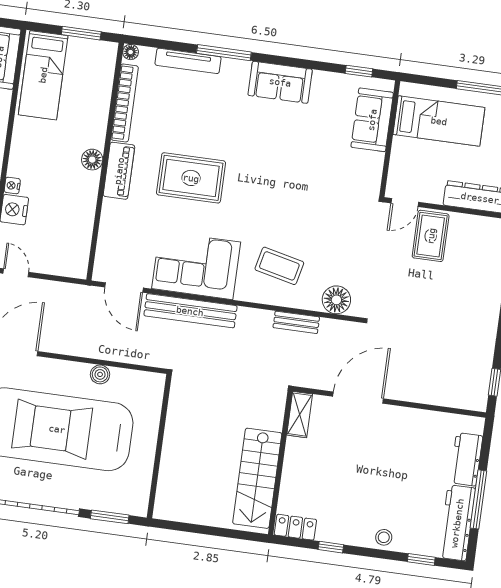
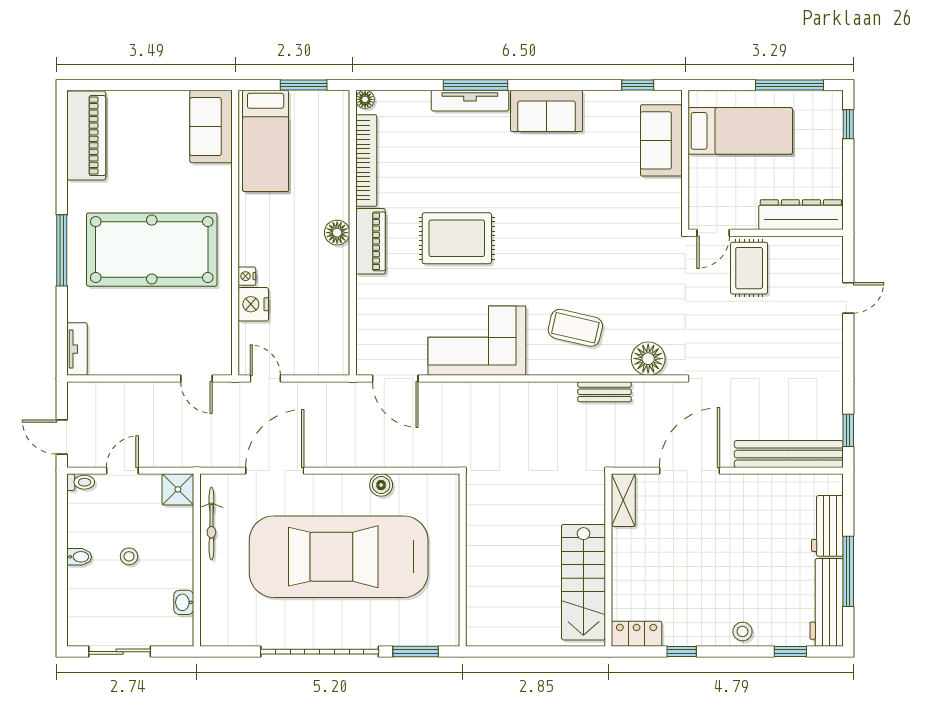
tv unit: (188, 61) -> (470, 101), moved
bench: (190, 311) -> (789, 454), moved

